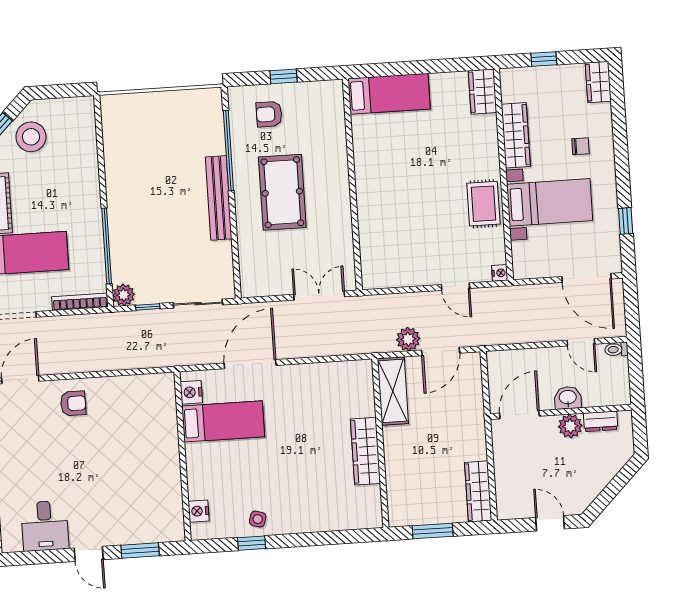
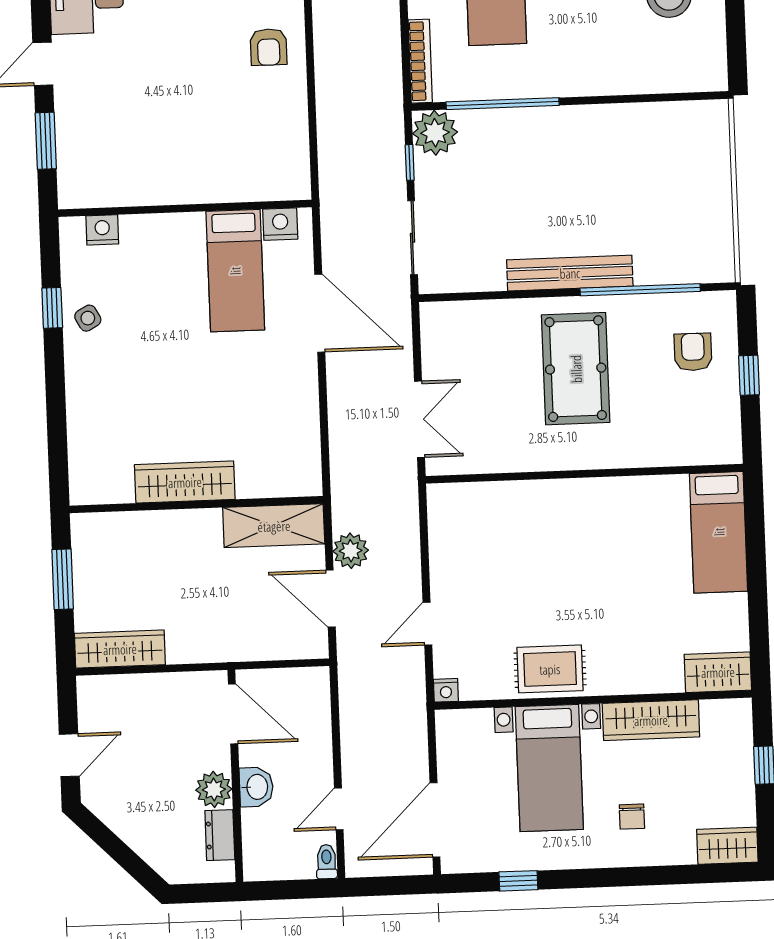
pool table: (282, 192) -> (576, 369), turned 90
plant: (124, 295) -> (435, 133), width x1.36, depth x1.36
side table: (258, 519) -> (88, 318), turned 45

